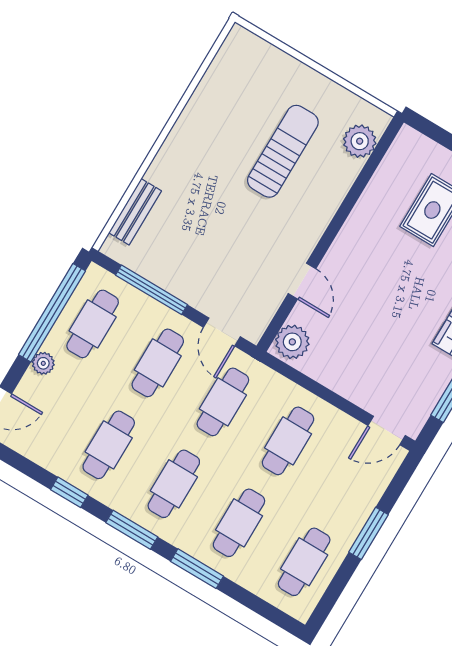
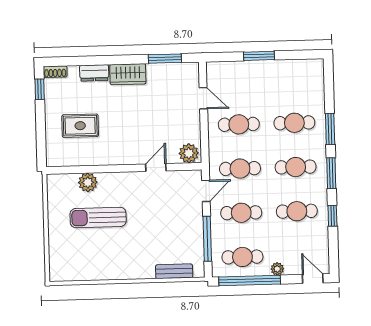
plant: (360, 141) -> (88, 182), moved
door: (387, 431) -> (203, 98), moved
cafe table: (304, 562) -> (293, 79), removed

